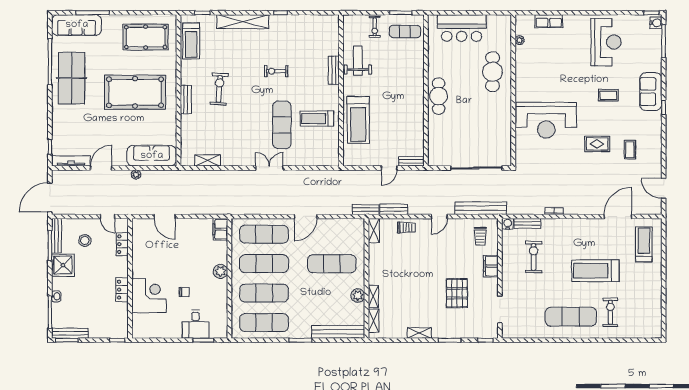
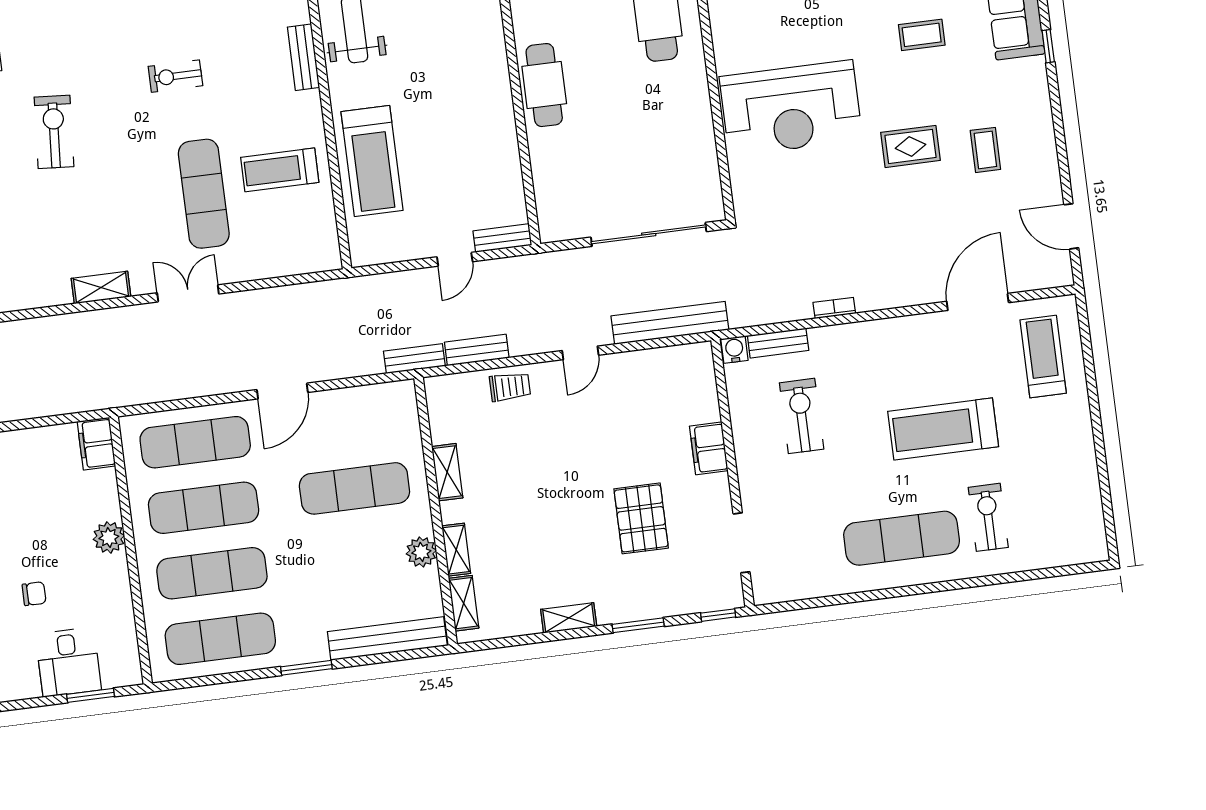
shelving: (208, 160) -> (101, 288), moved
shelving: (374, 231) -> (447, 472), moved
trolley: (480, 236) -> (677, 385), removed

